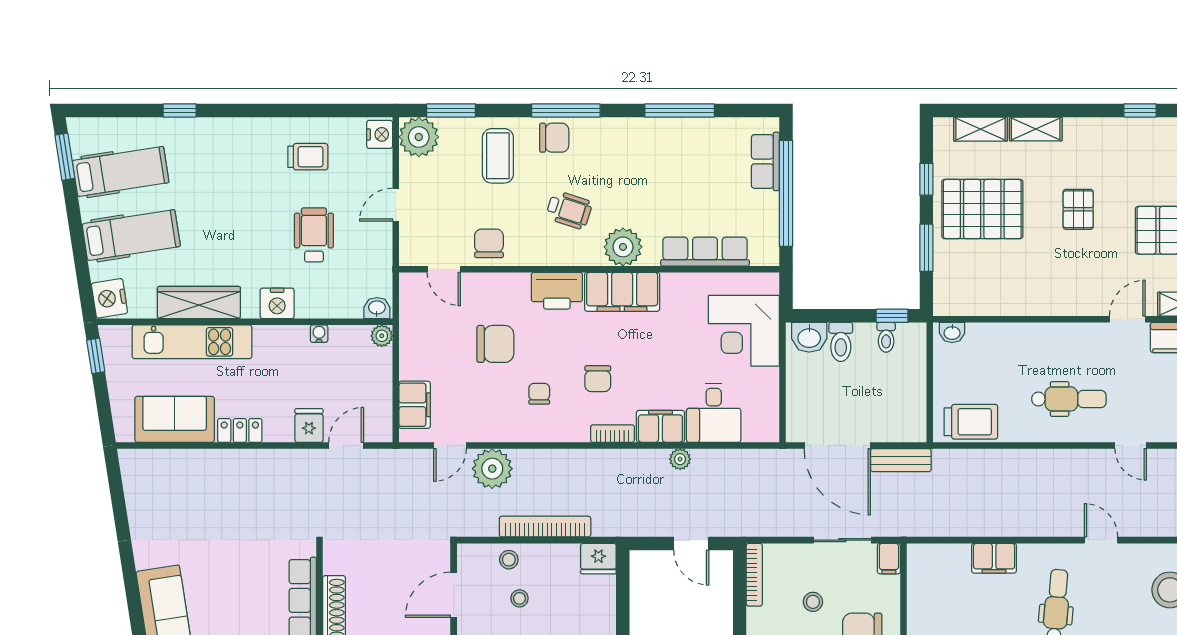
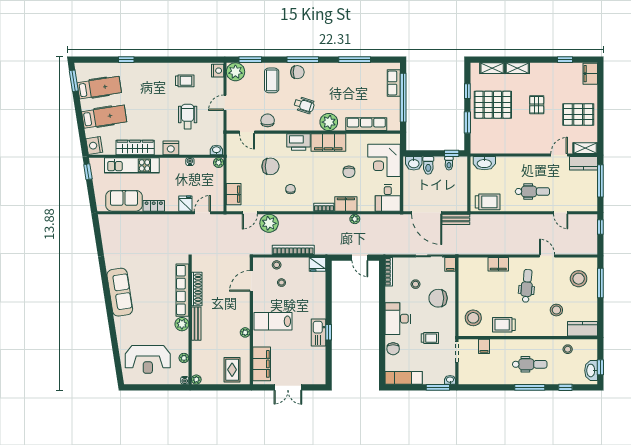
washbasin: (952, 332) -> (484, 163), width x1.91, depth x1.45
chair: (598, 379) -> (349, 172), moved
desk: (714, 413) -> (388, 198), moved

